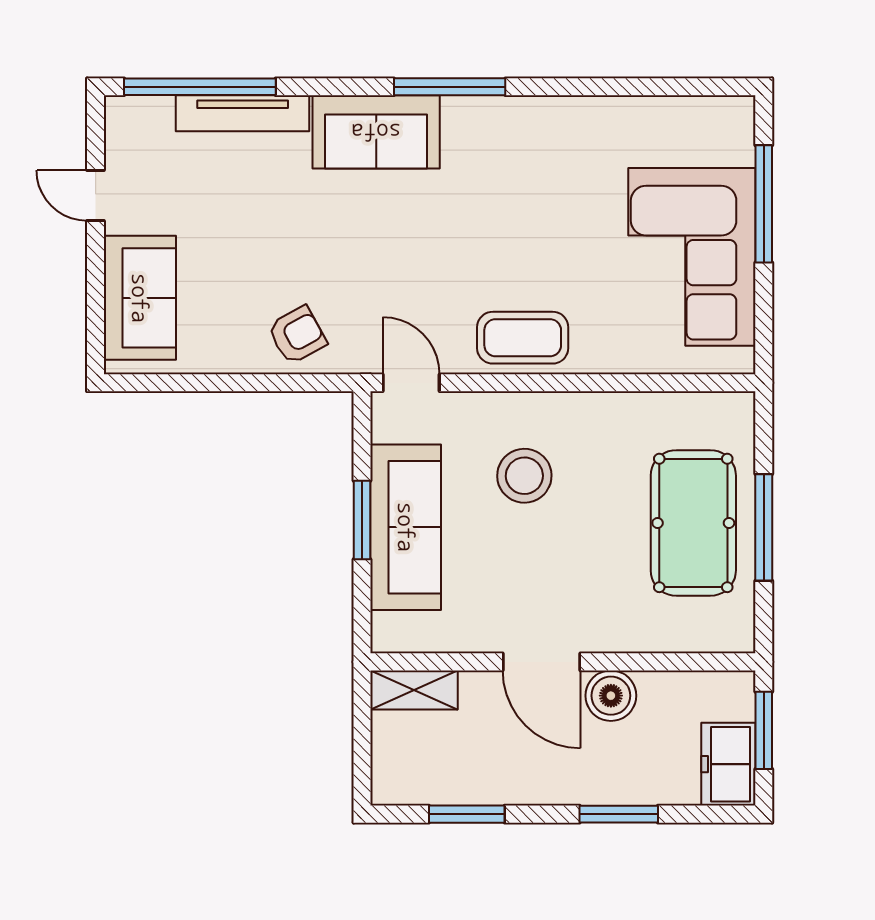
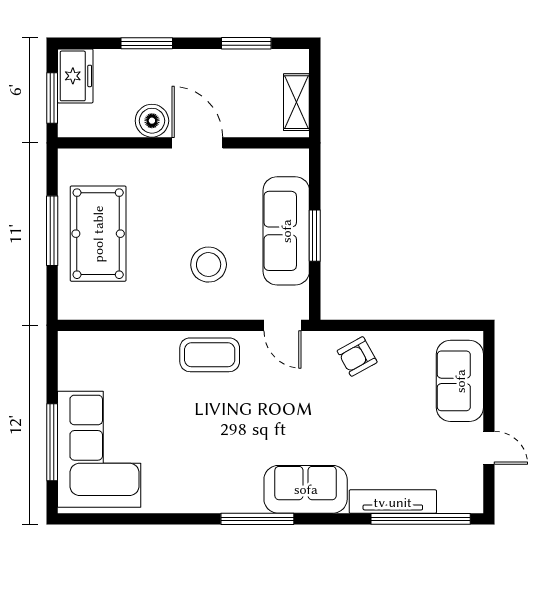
corner sofa: (692, 257) -> (99, 449), moved
shelving: (414, 690) -> (296, 102), moved, turned 90

